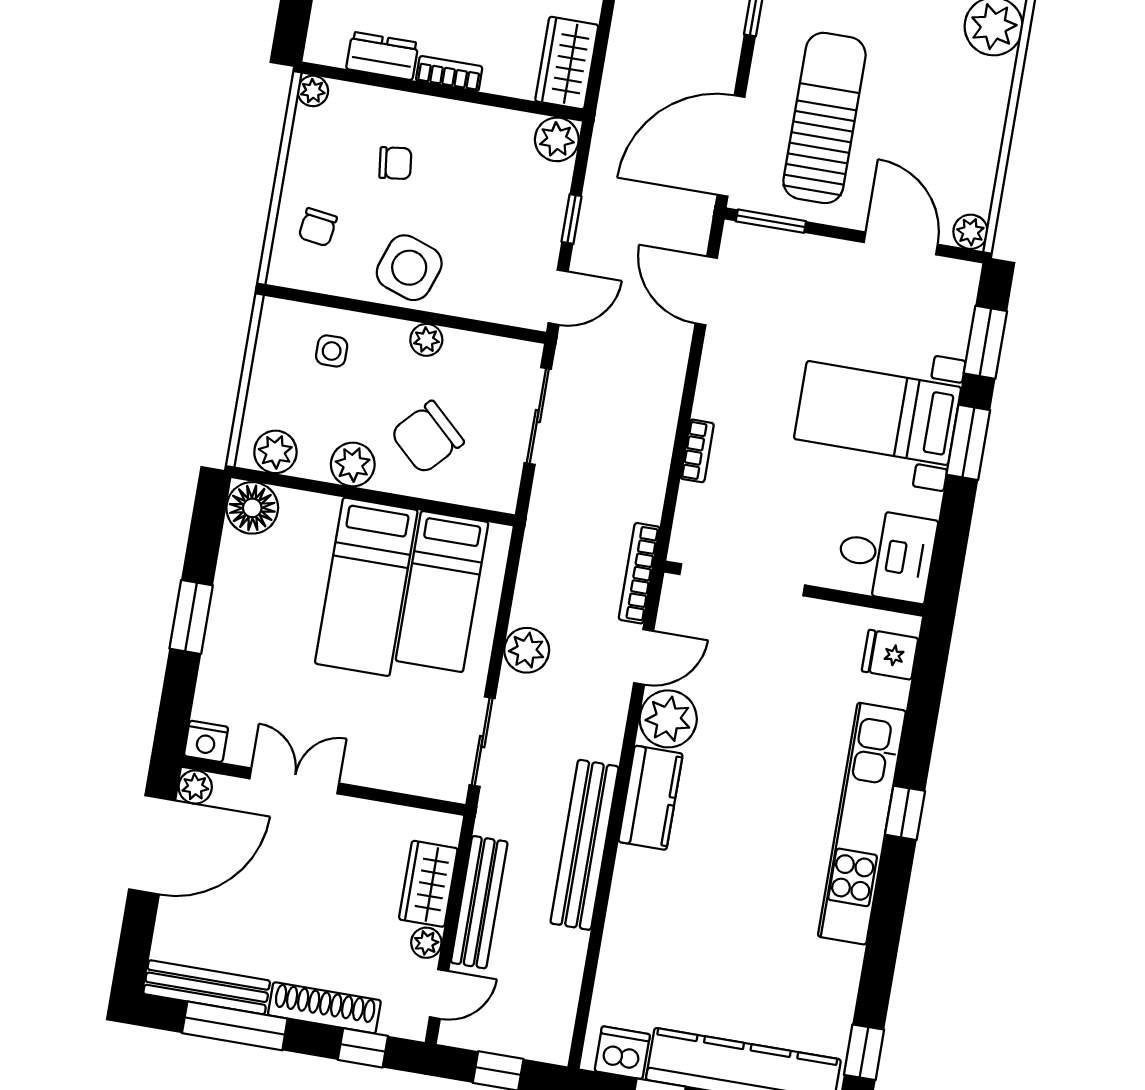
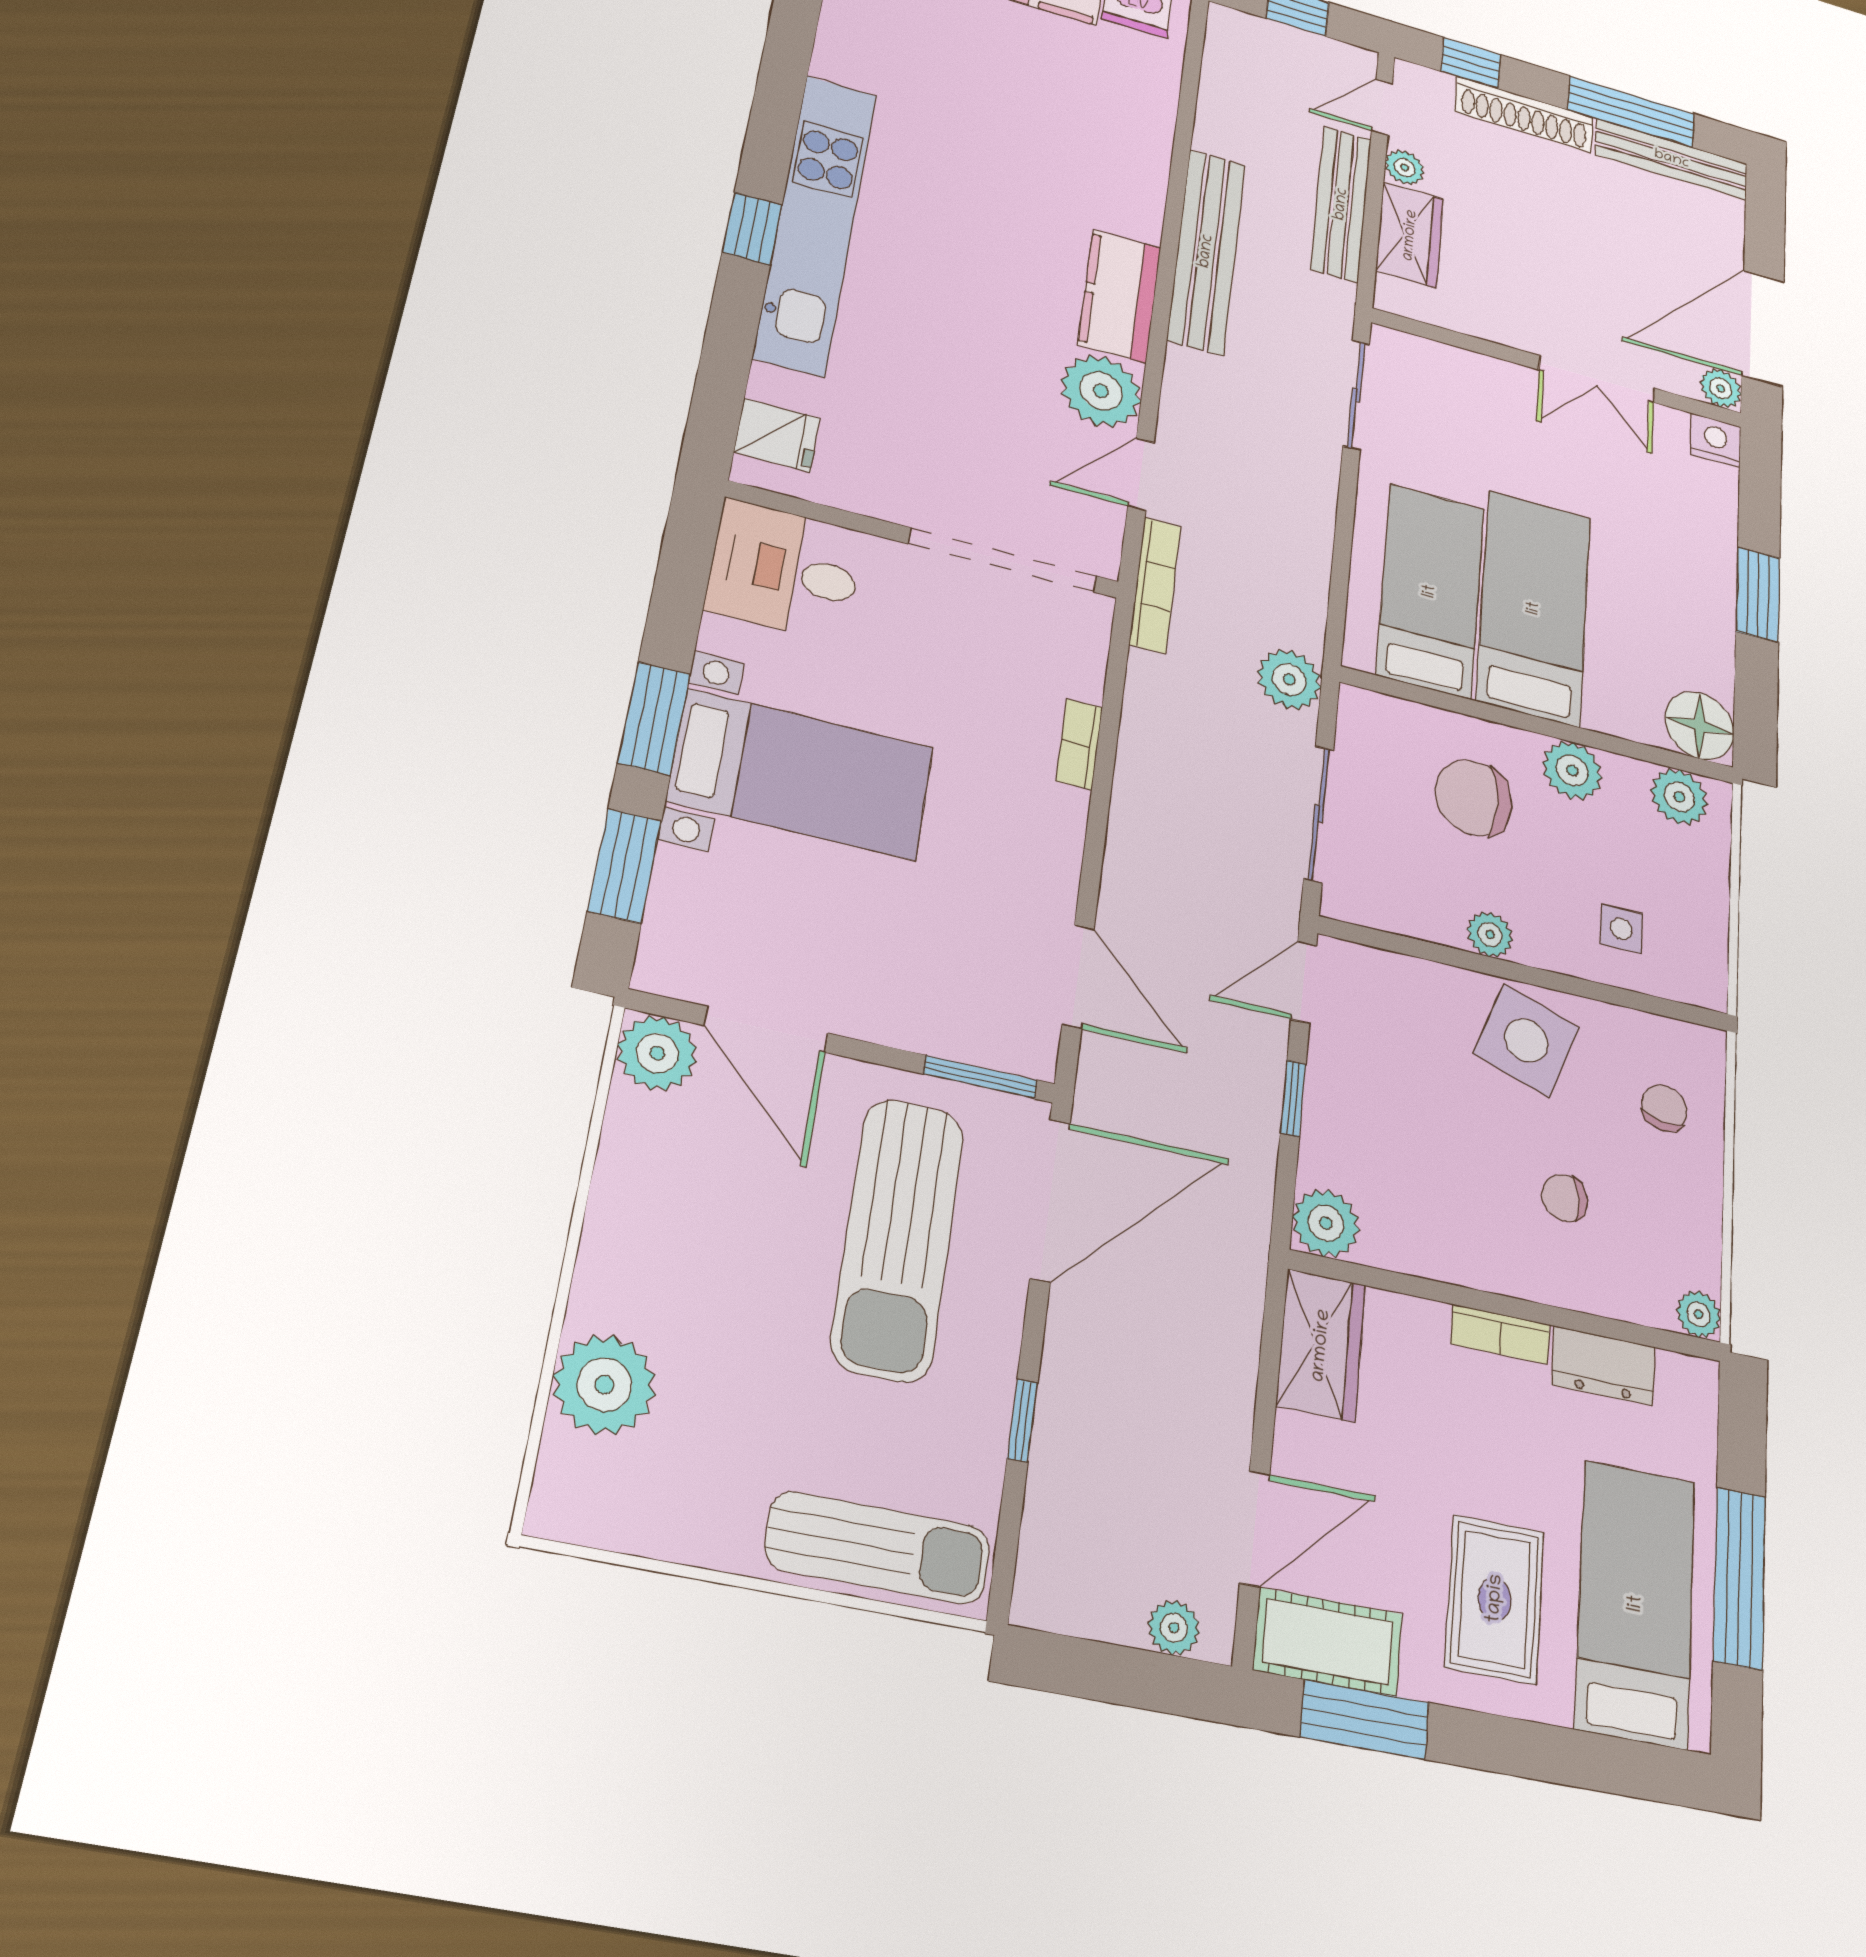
plant: (971, 232) -> (657, 1053), width x1.38, depth x1.38
chair: (427, 437) -> (1474, 798), turned -133
plant: (527, 650) -> (1289, 679), moved

